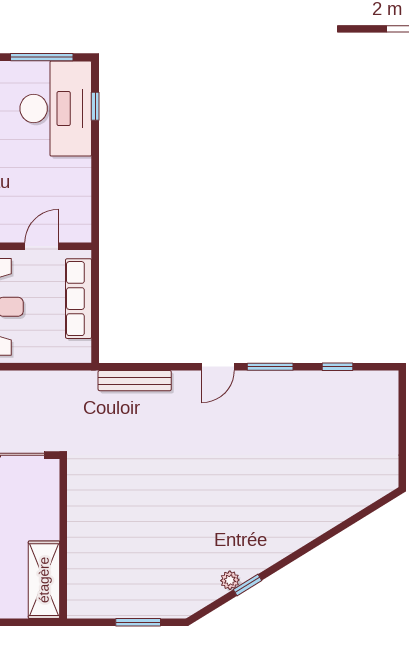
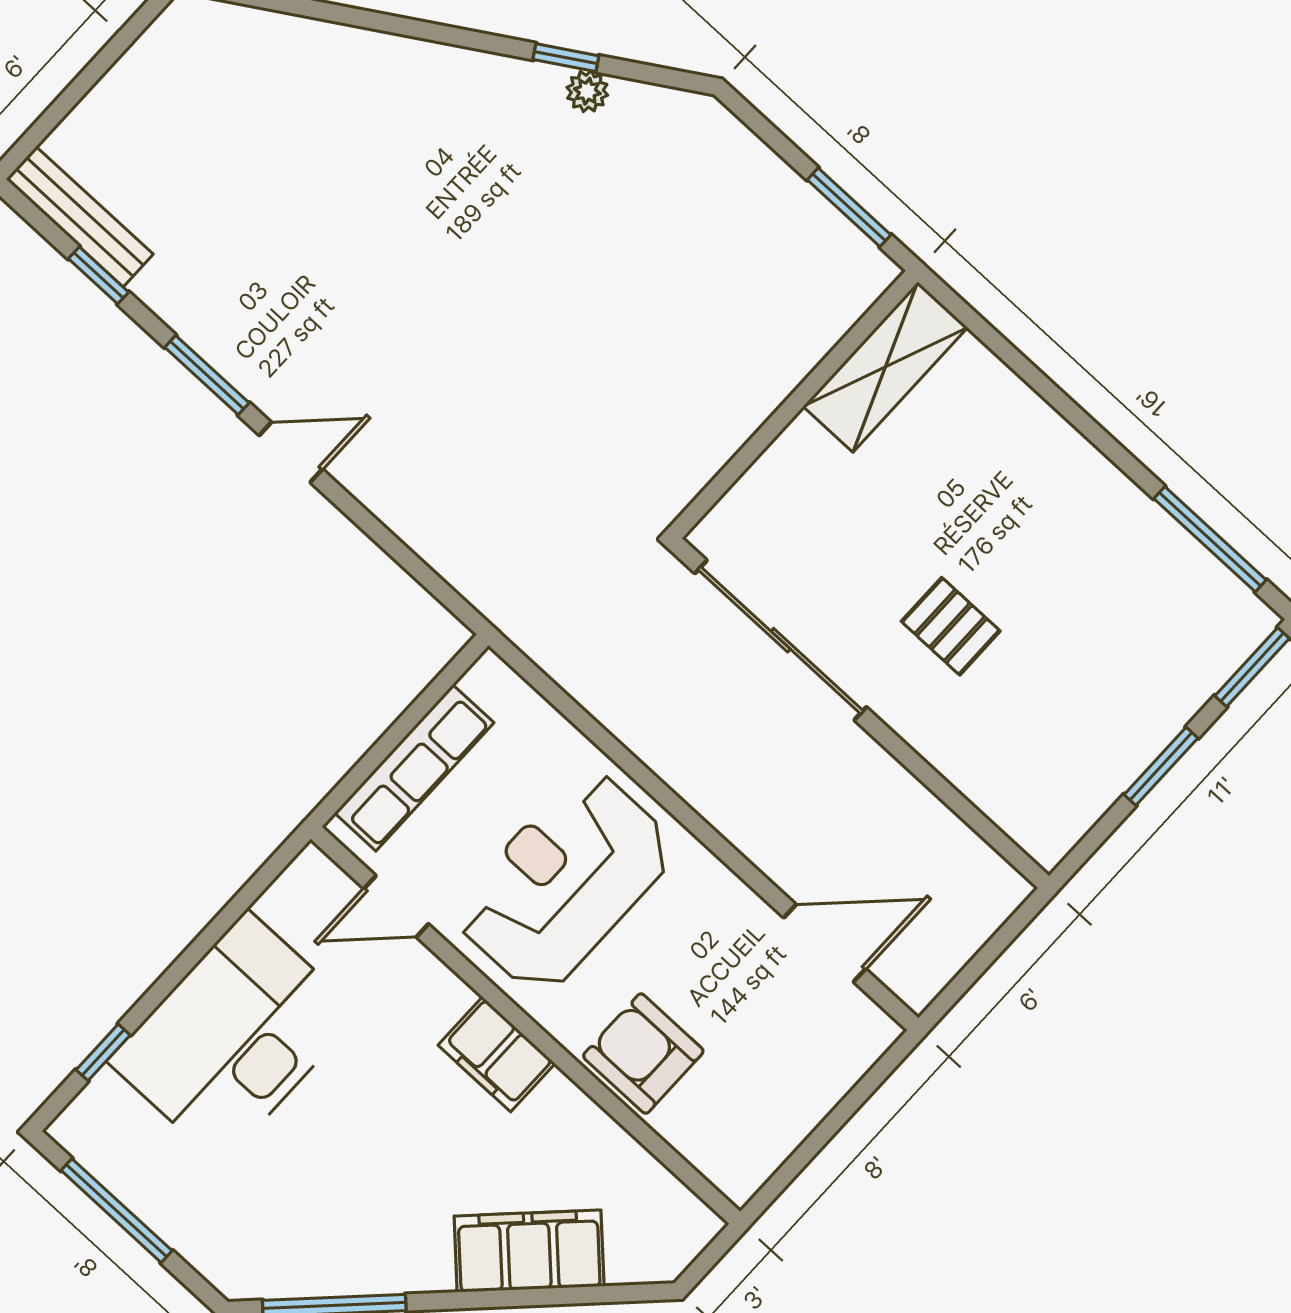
desk: (56, 109) -> (234, 1037), moved
bench: (135, 381) -> (80, 217), moved
window: (138, 622) -> (849, 207), moved

